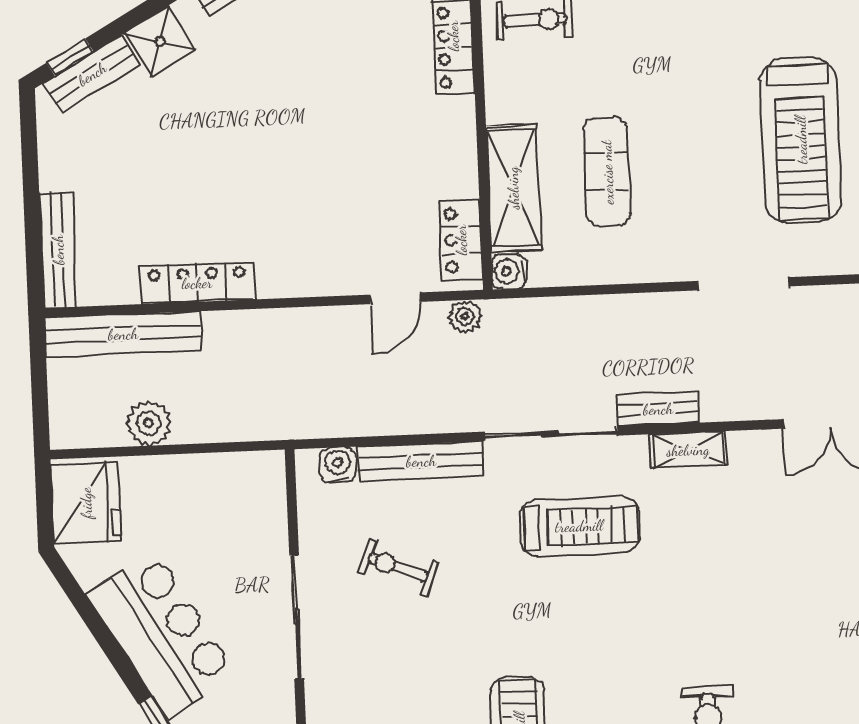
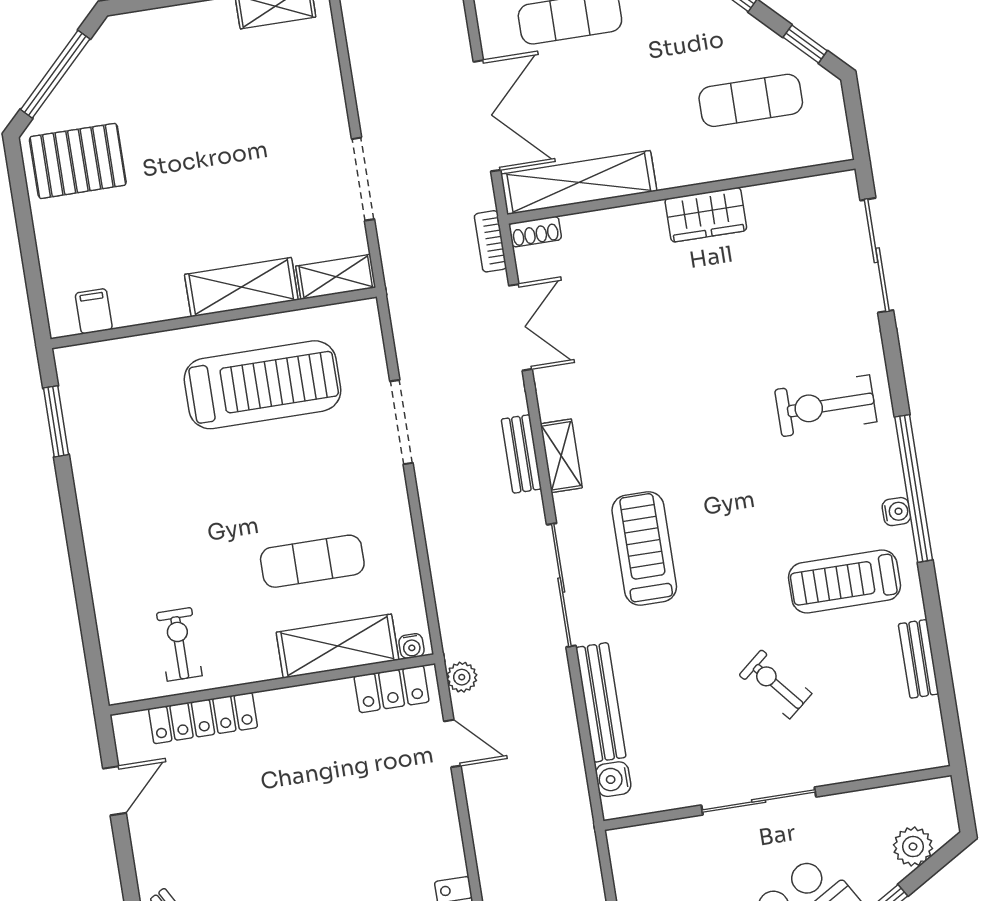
water cooler: (509, 271) -> (411, 646), width x0.72, depth x0.72
bench: (658, 409) -> (521, 454), moved
exercise bike: (398, 567) -> (776, 684), moved, turned 118

